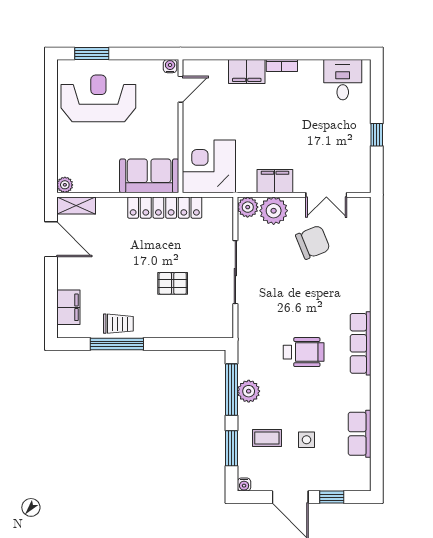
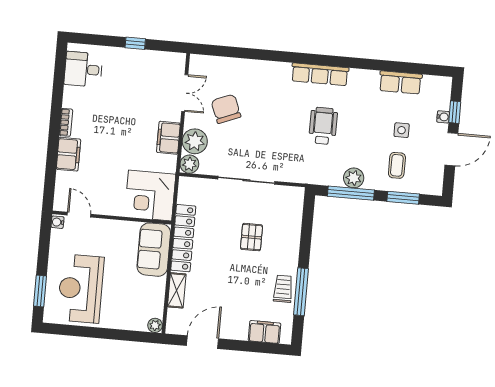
shelving: (76, 205) -> (177, 290), moved
water cooler: (244, 485) -> (443, 117), moved

